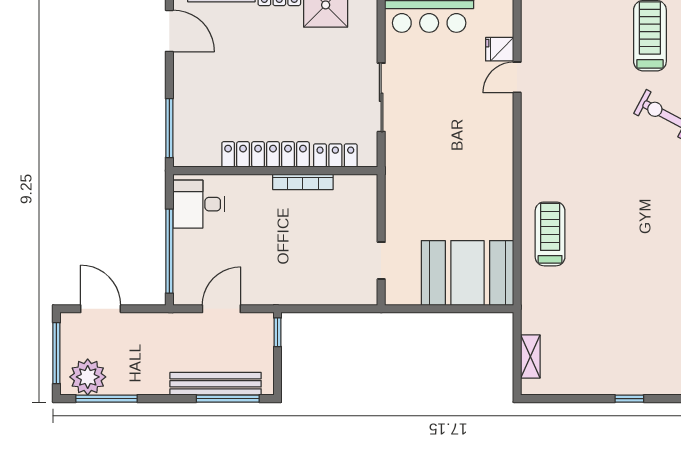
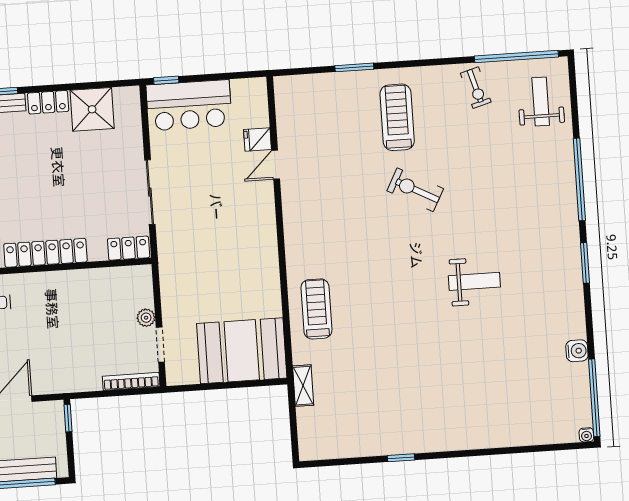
locker: (335, 155) -> (129, 248), moved
bookcase: (303, 182) -> (131, 381), moved, turned 180
plant: (368, 231) -> (146, 318), added
shelving: (530, 357) -> (303, 386), moved

